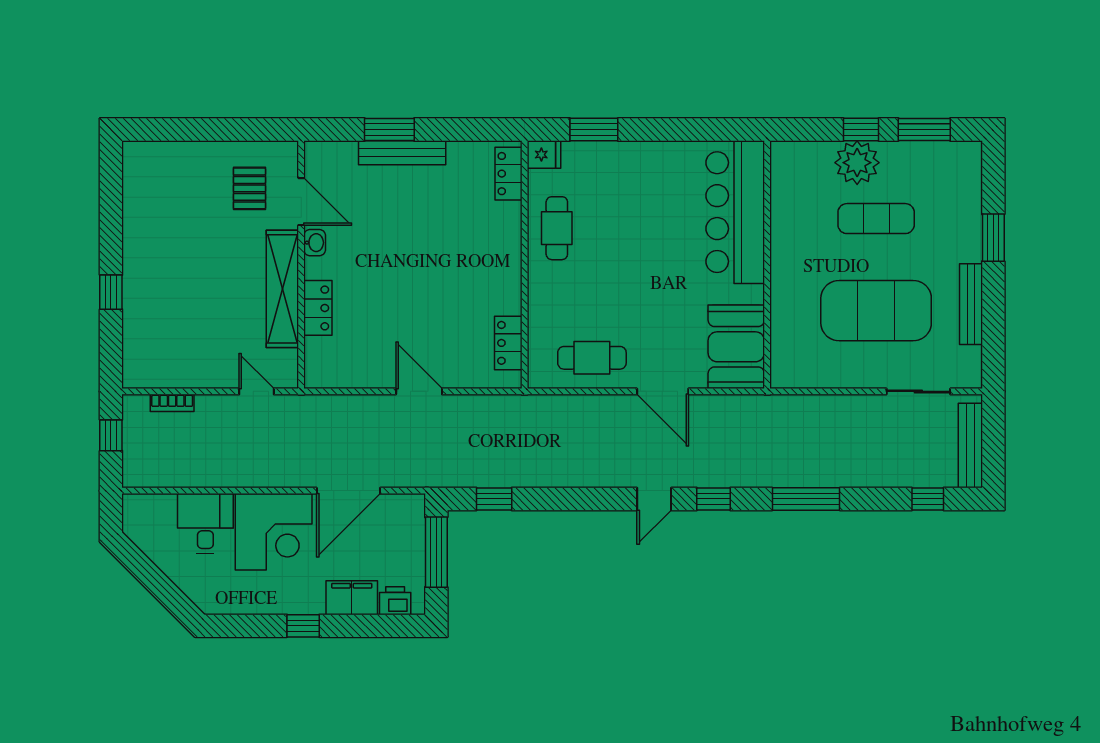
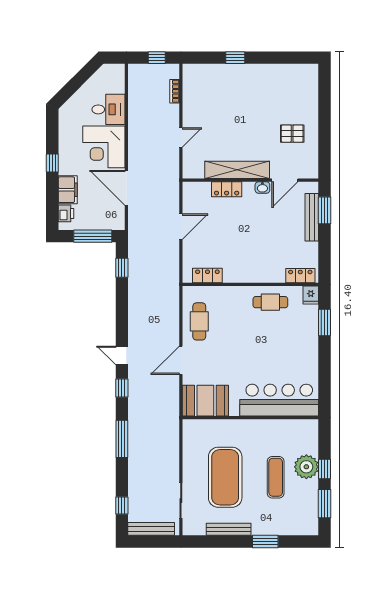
door: (301, 202) -> (285, 180), moved
washbasin: (315, 243) -> (262, 188), moved
wall: (301, 265) -> (250, 180), moved
shelving: (282, 289) -> (237, 170), moved
locker: (318, 308) -> (227, 189), moved

